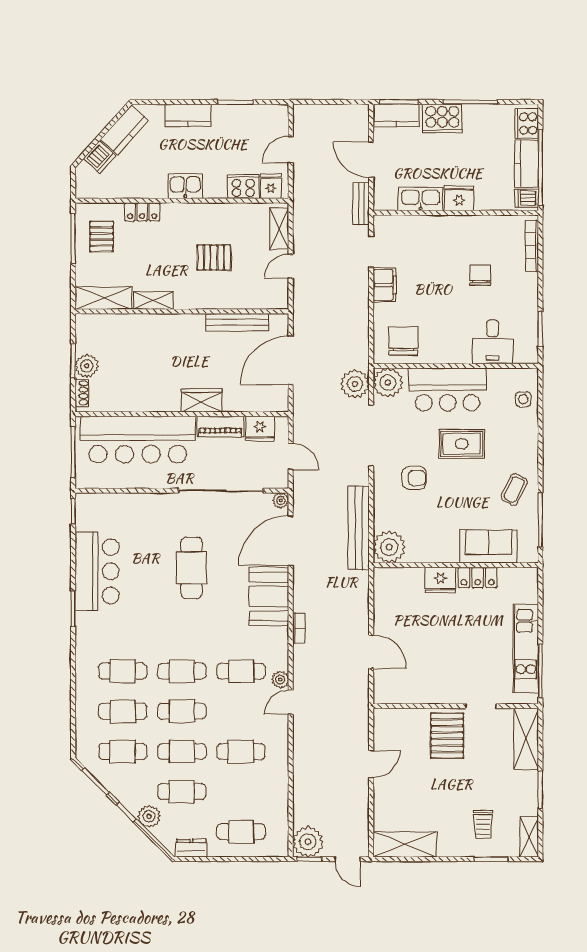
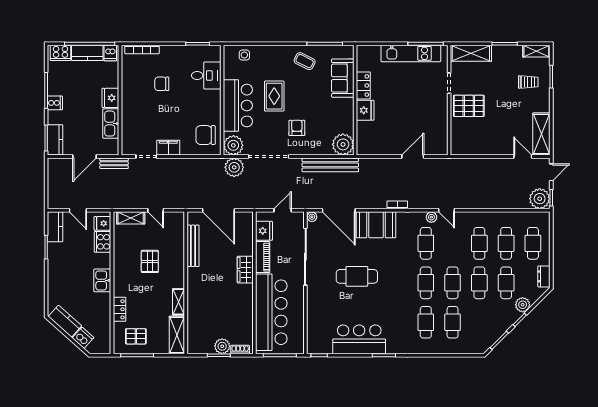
kitchen counter: (188, 115) -> (55, 227), moved
cooker: (442, 119) -> (55, 103), width x0.53, depth x0.76
cafe table: (123, 751) -> (506, 243), moved
door: (371, 764) -> (523, 157), moved

